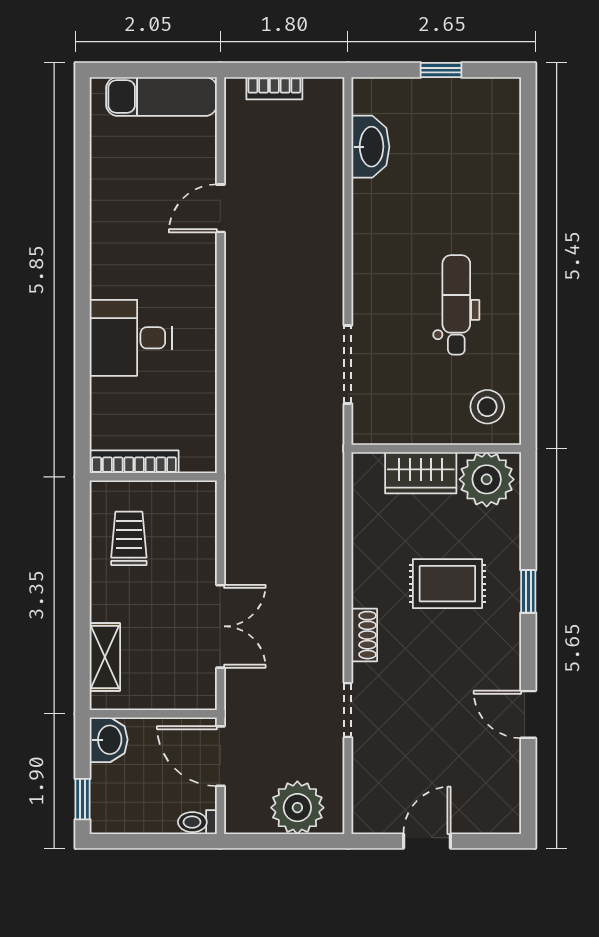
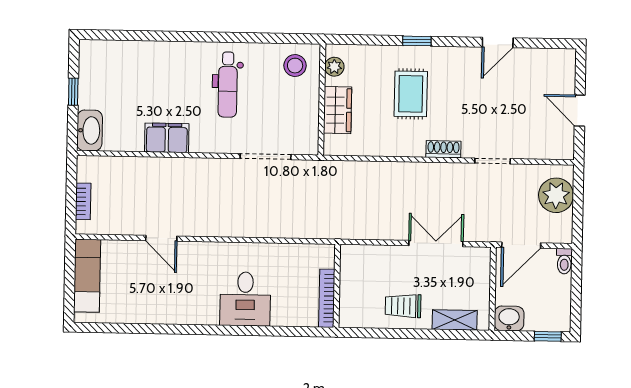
washbasin: (370, 147) -> (90, 130), moved, turned 90
filing cabinet: (374, 214) -> (167, 138), added
dental chair: (456, 305) -> (228, 85), turned -90
plant: (487, 479) -> (334, 67), width x0.53, depth x0.53
trolley: (129, 538) -> (403, 306), moved

